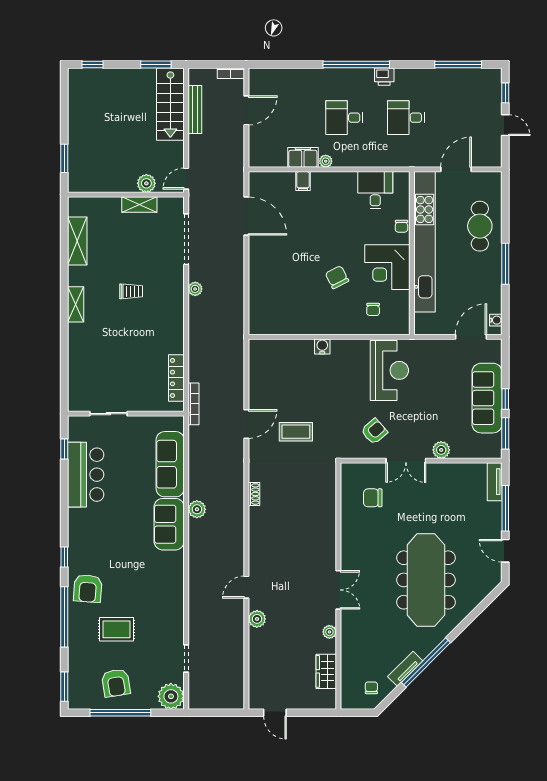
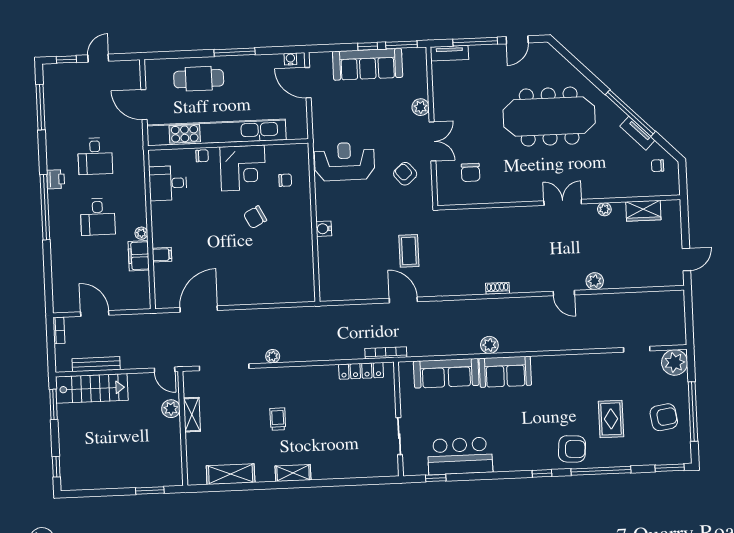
shoe rack: (254, 494) -> (497, 288), moved

